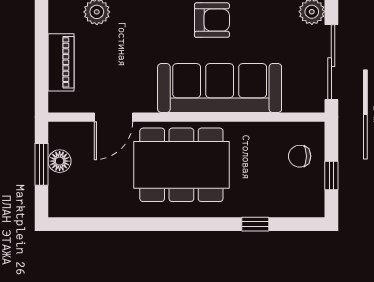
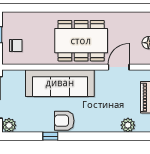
window: (255, 224) -> (40, 8), removed

